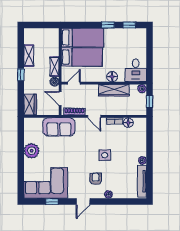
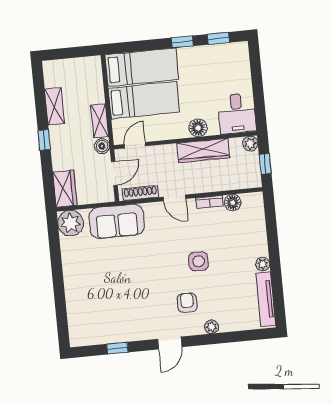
door: (60, 99) -> (114, 173), swing flipped
plant: (32, 151) -> (71, 223), moved
corner sofa: (46, 183) -> (104, 318), removed

